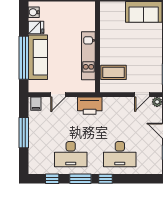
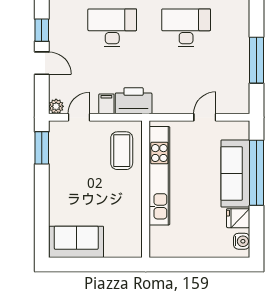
kitchen unit: (88, 56) -> (159, 176), width x1.36
coffee table: (114, 72) -> (122, 151), turned 90
filing cabinet: (36, 104) -> (106, 104), moved
printer: (90, 106) -> (134, 101), moved

